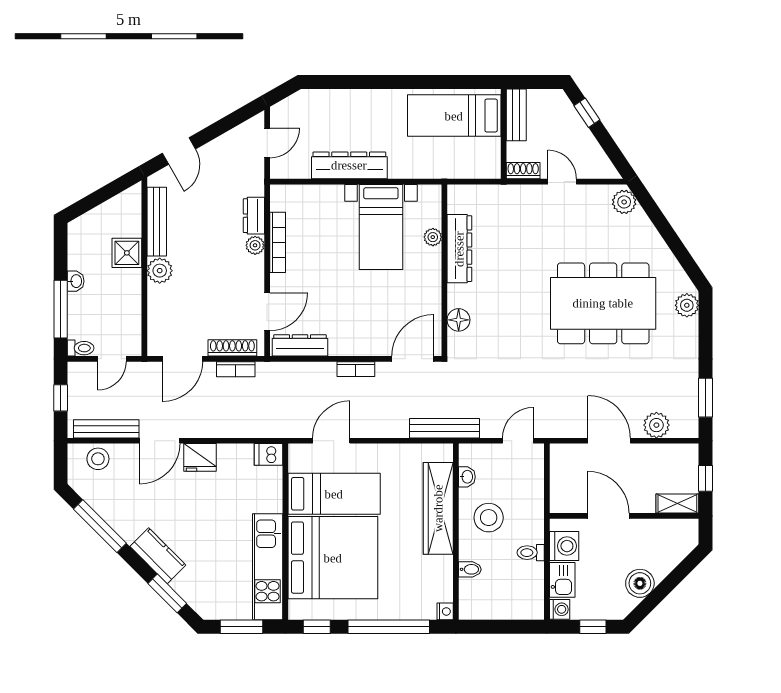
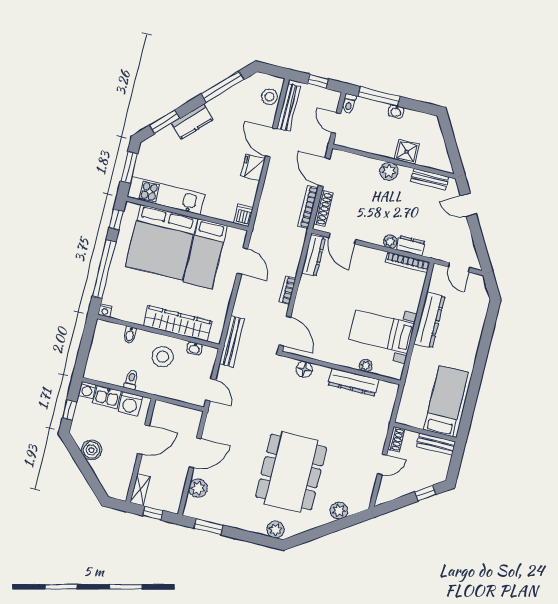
plant: (624, 202) -> (339, 511), moved
bench: (157, 222) -> (430, 179), width x0.73
bookcase: (278, 242) -> (408, 262), moved
bookcase: (236, 369) -> (308, 207), width x1.56

